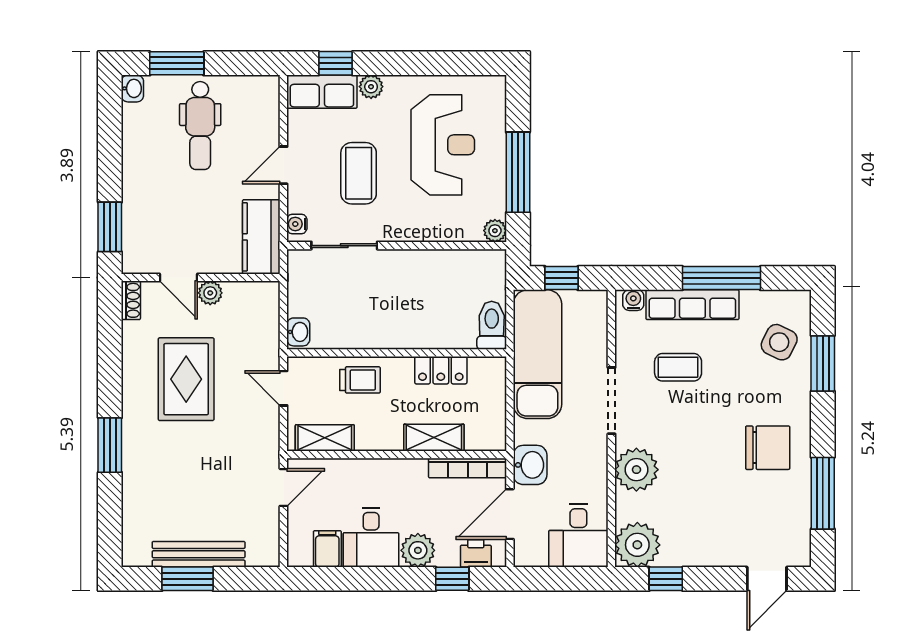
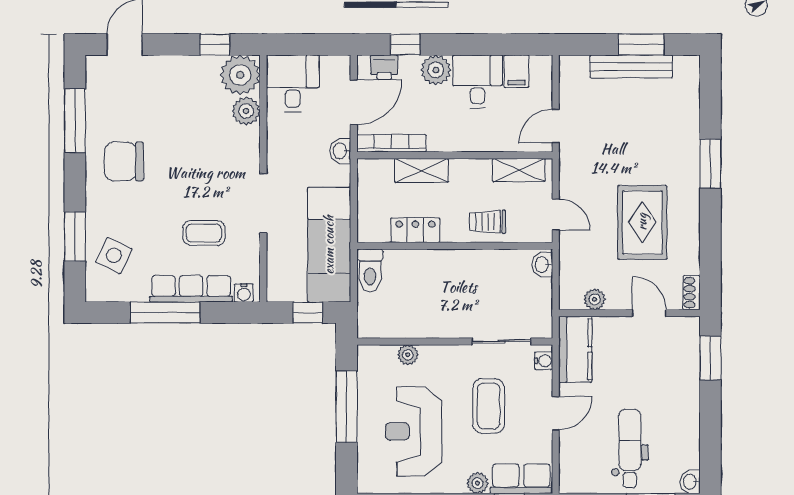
plant: (495, 231) -> (408, 355), moved
plant: (210, 293) -> (594, 299), moved
washbasin: (530, 465) -> (340, 151), width x0.72, depth x0.69
plant: (636, 470) -> (246, 111), moved, width x0.73, depth x0.73

